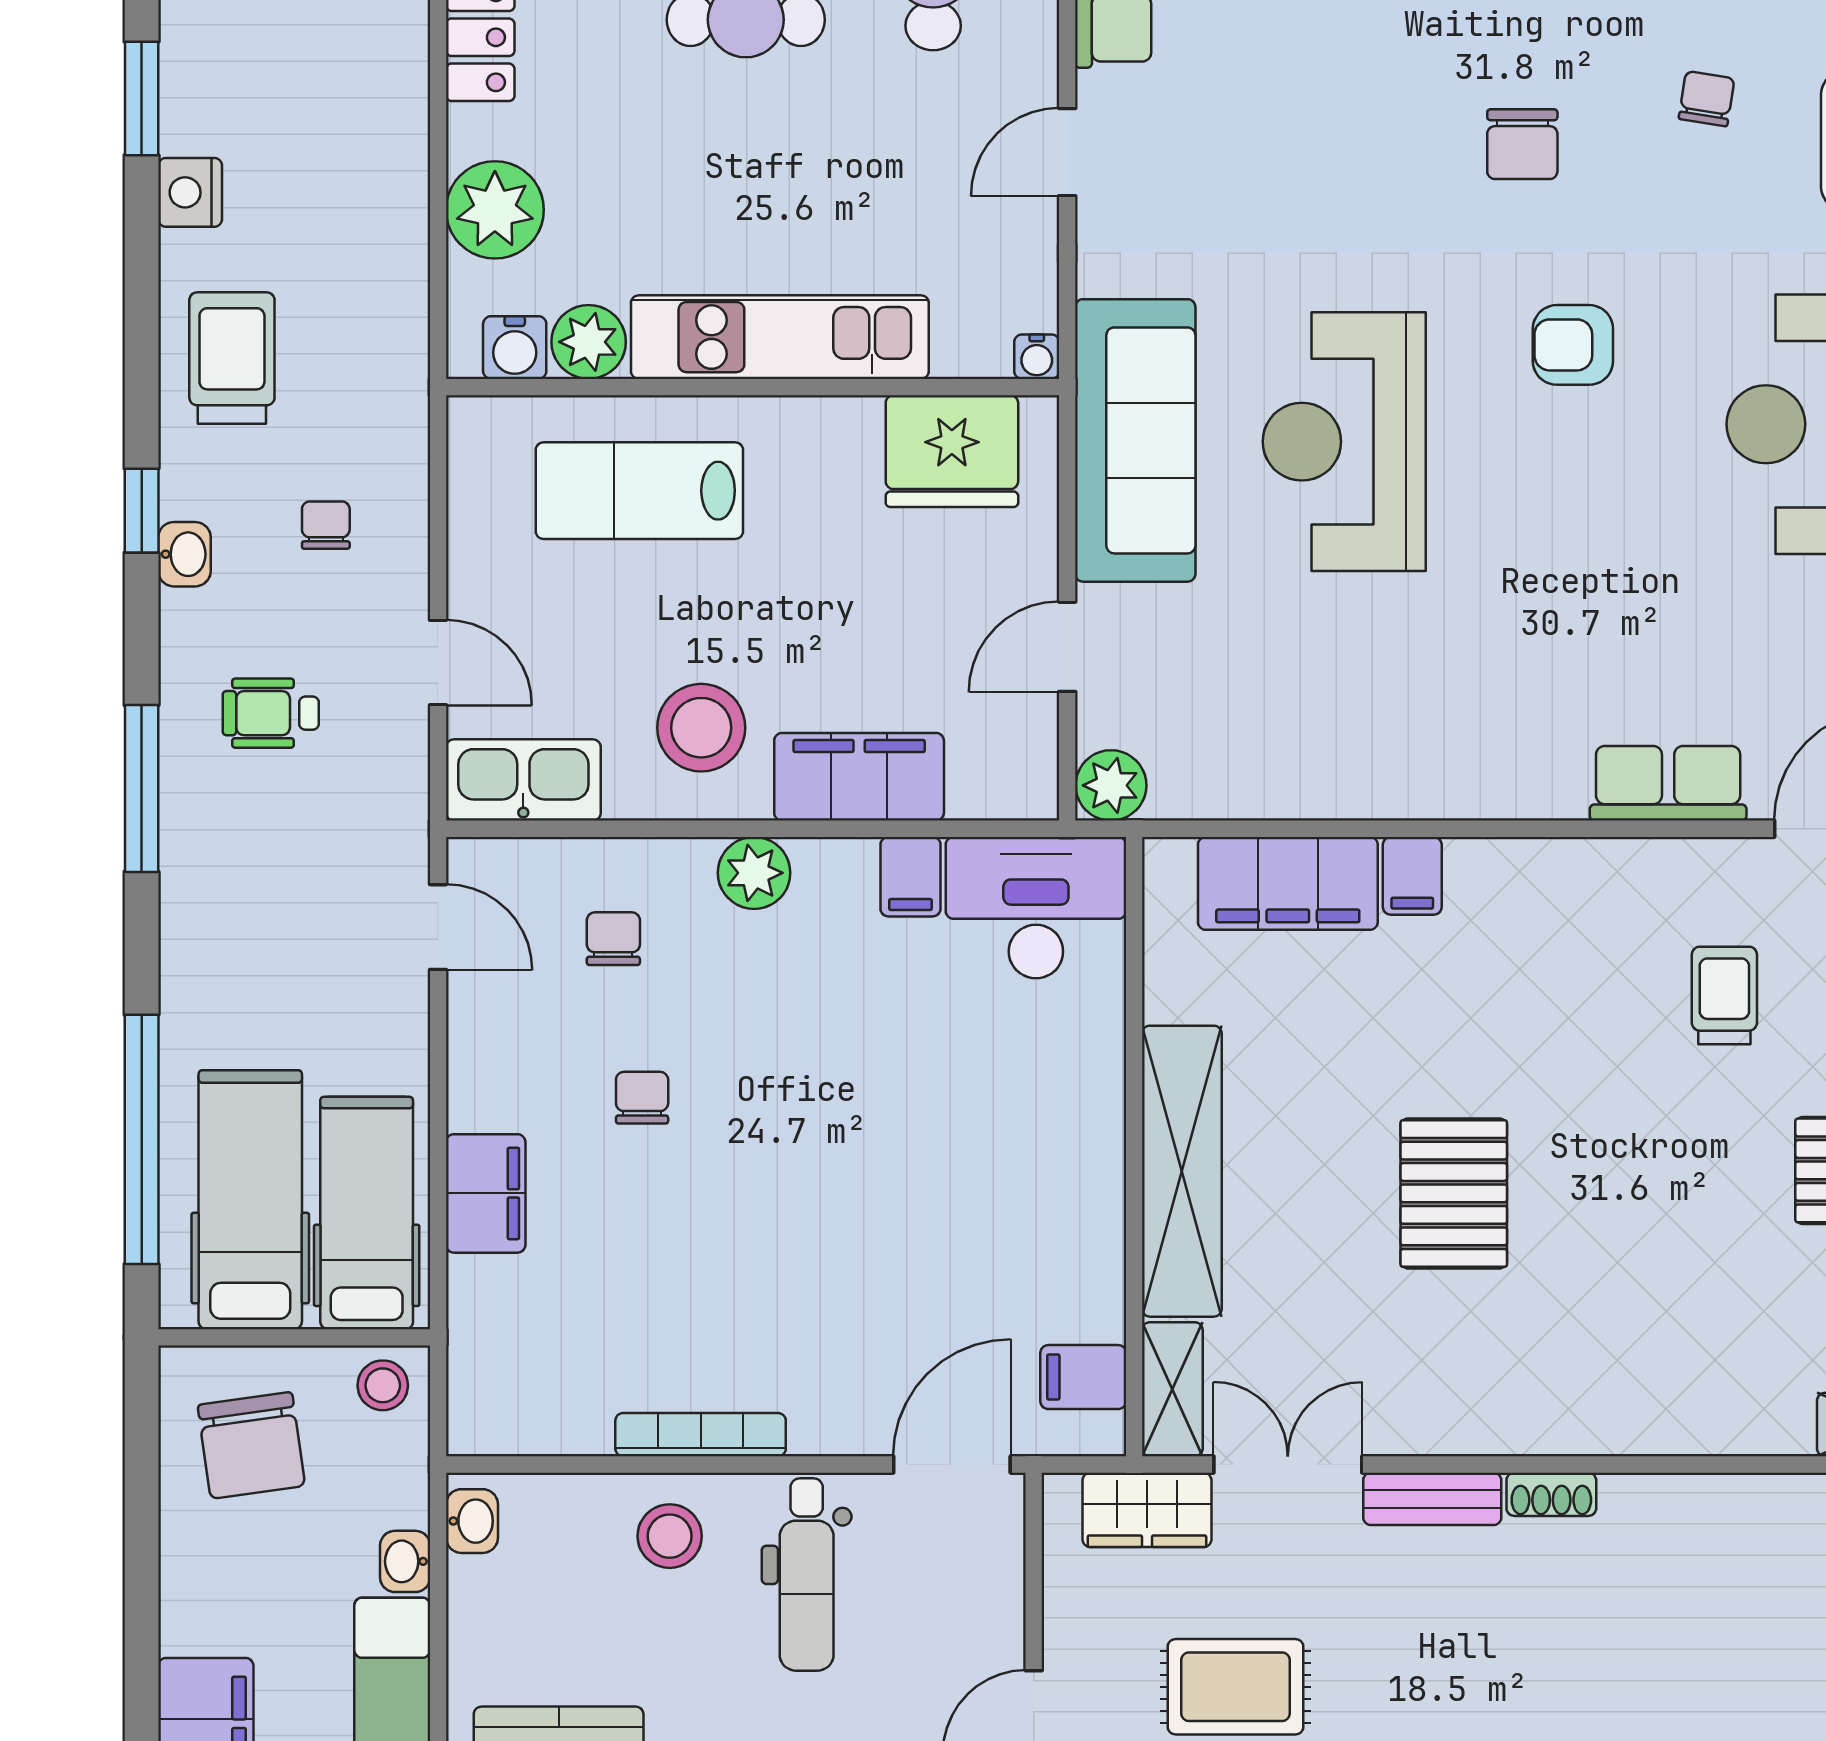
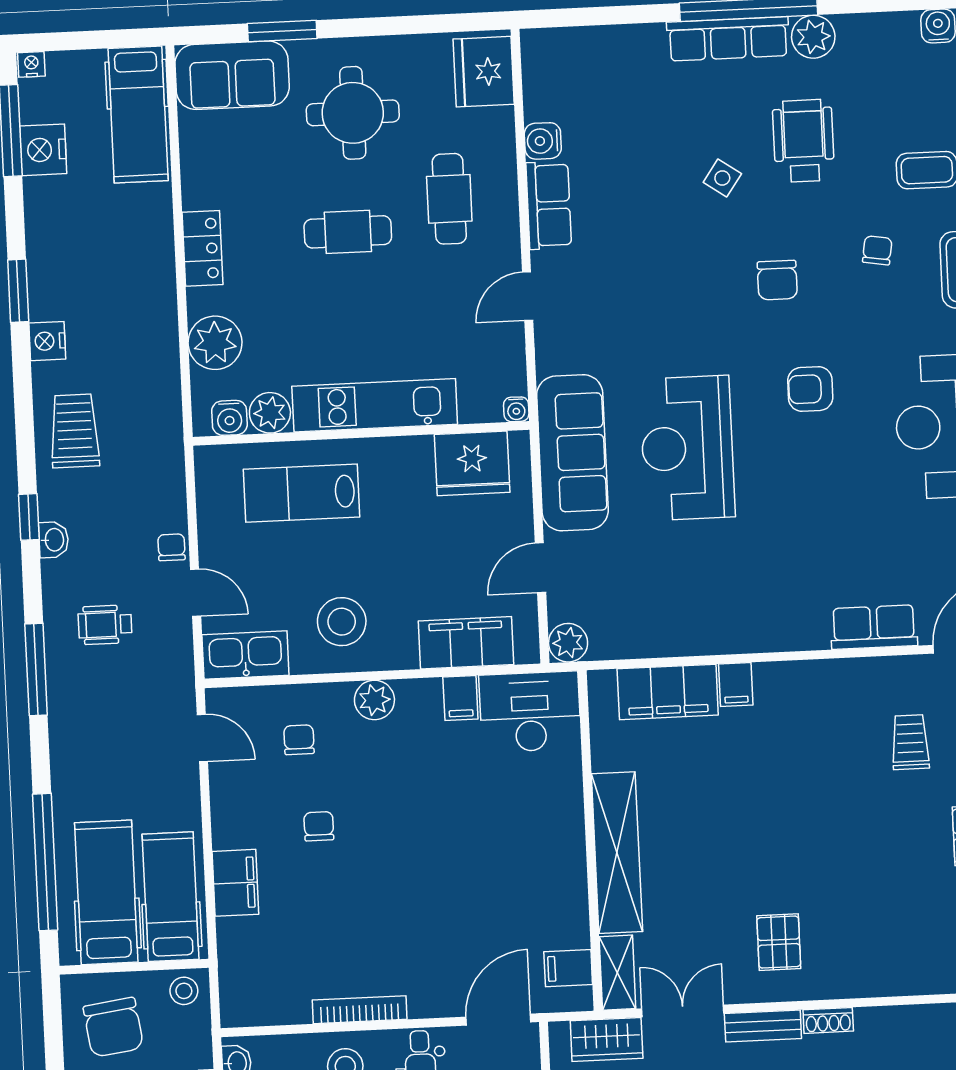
chair: (326, 525) -> (171, 547), moved
filing cabinet: (859, 777) -> (466, 643), moved
pallet: (1454, 1193) -> (779, 942), moved, width x0.67, depth x0.71

